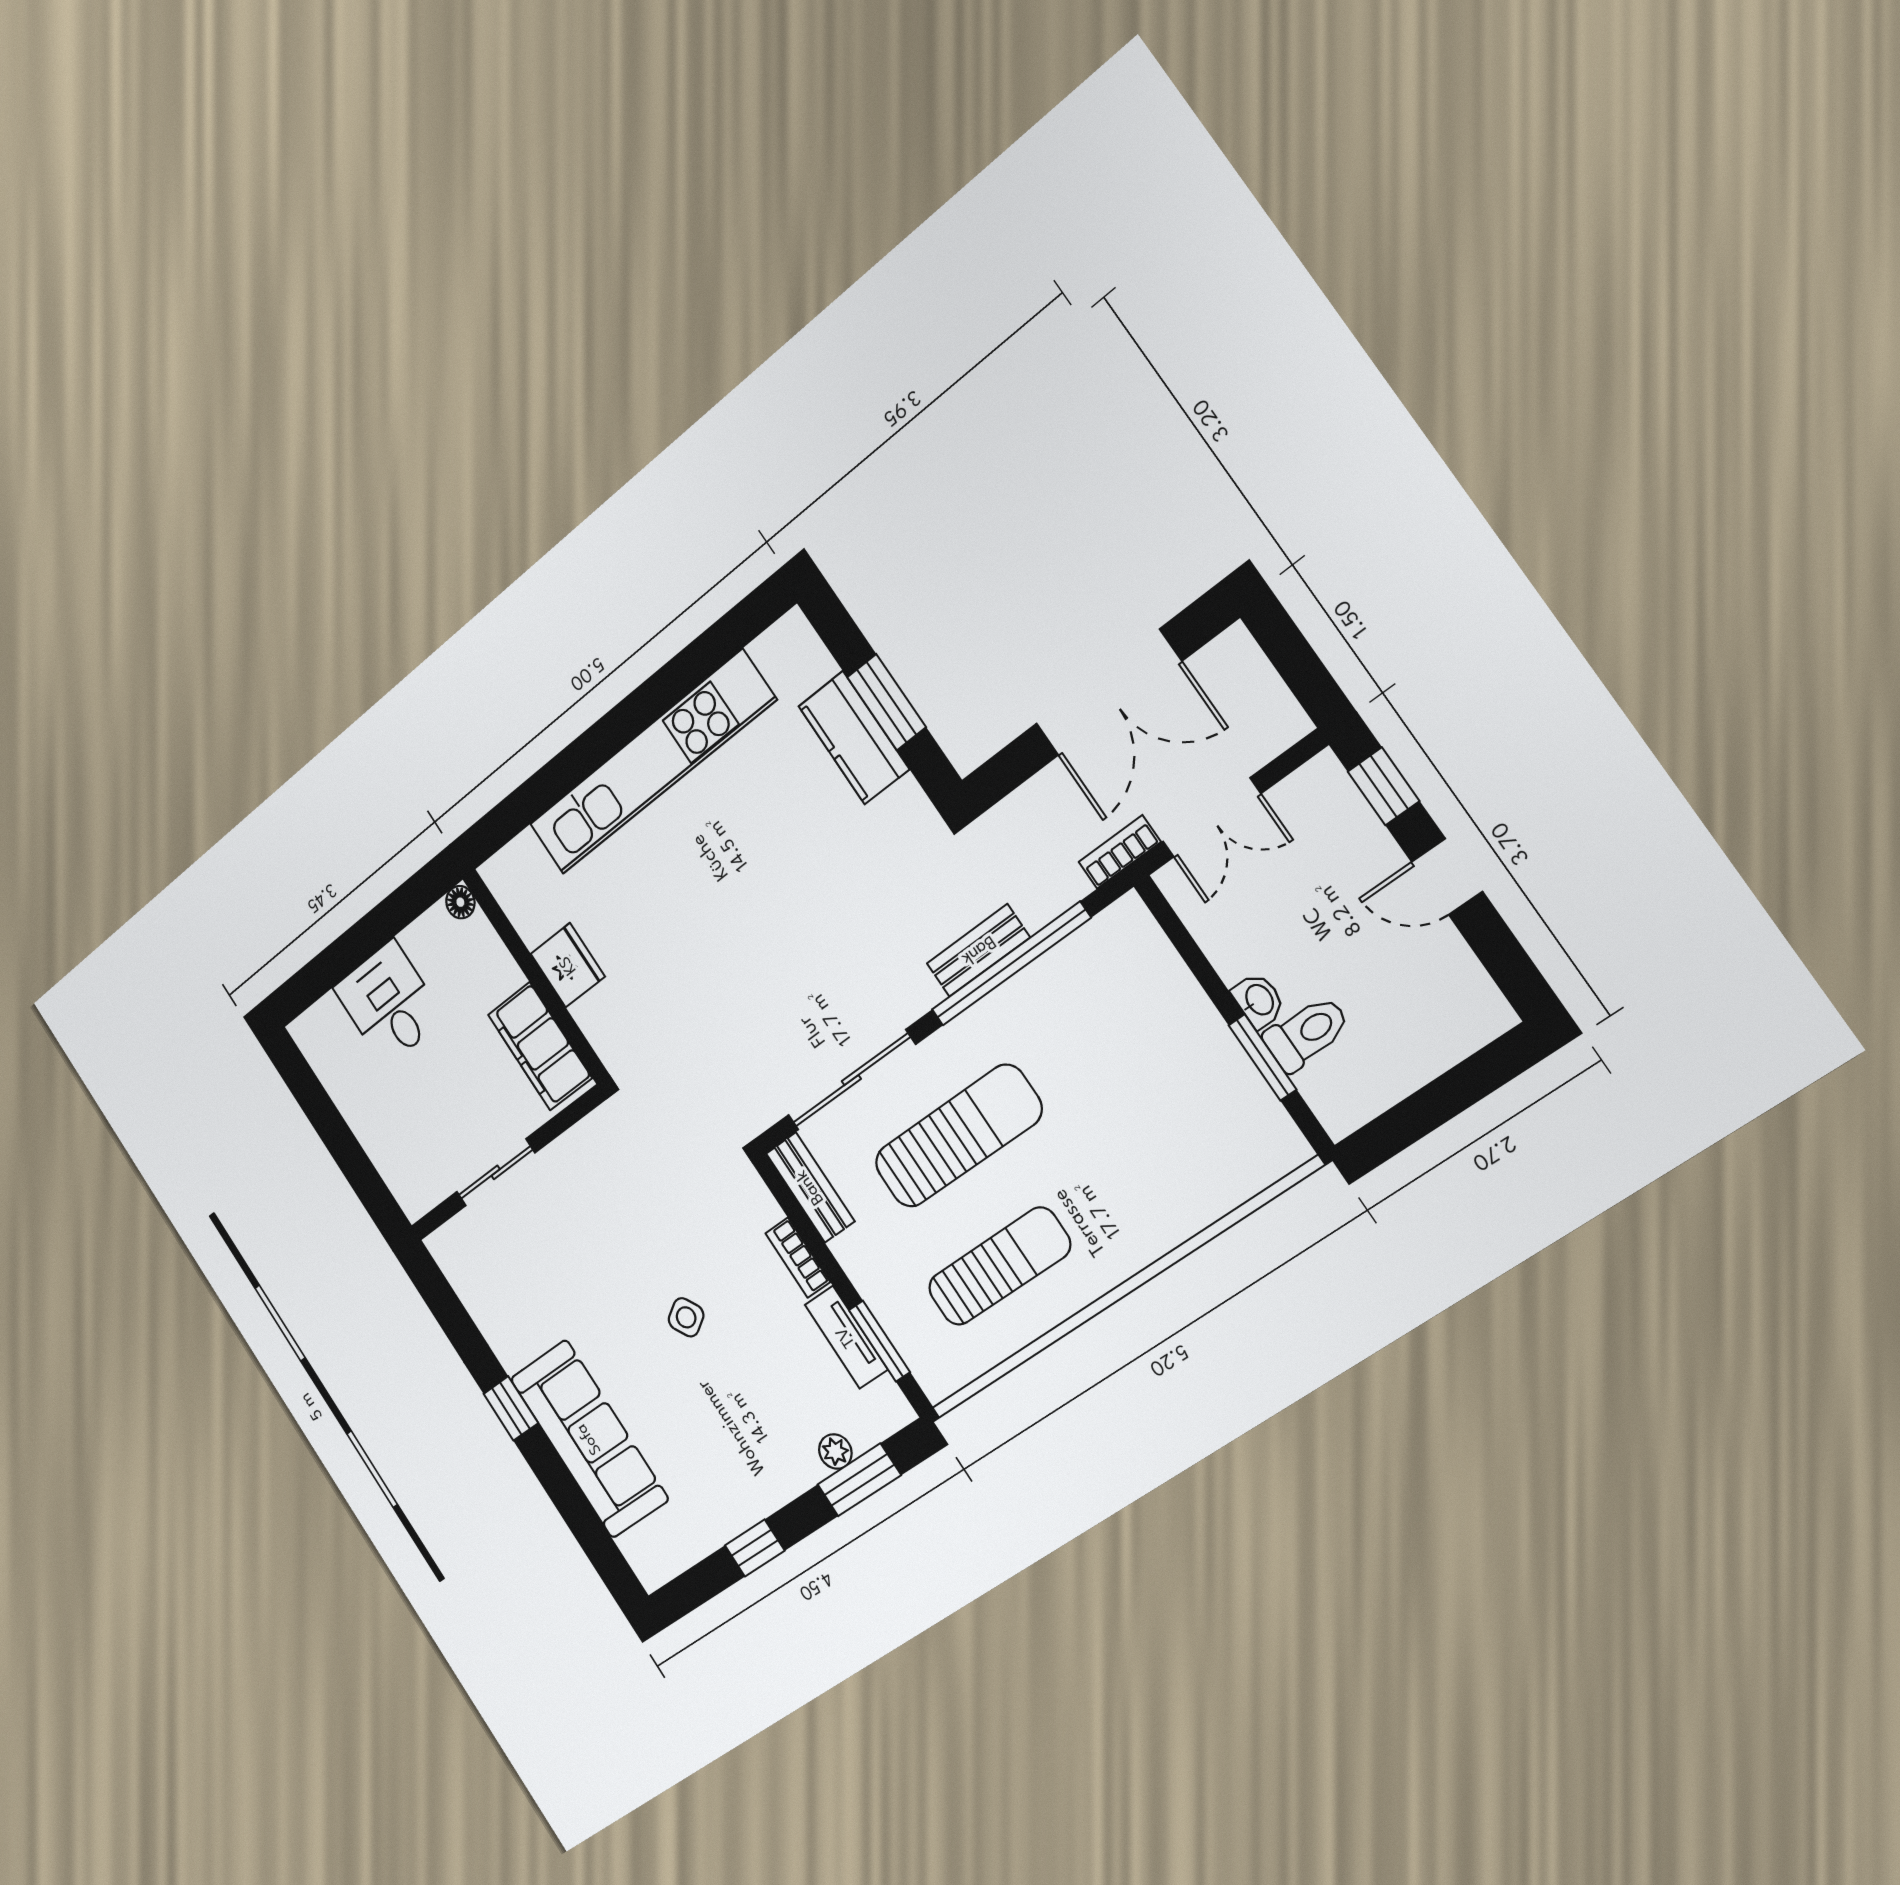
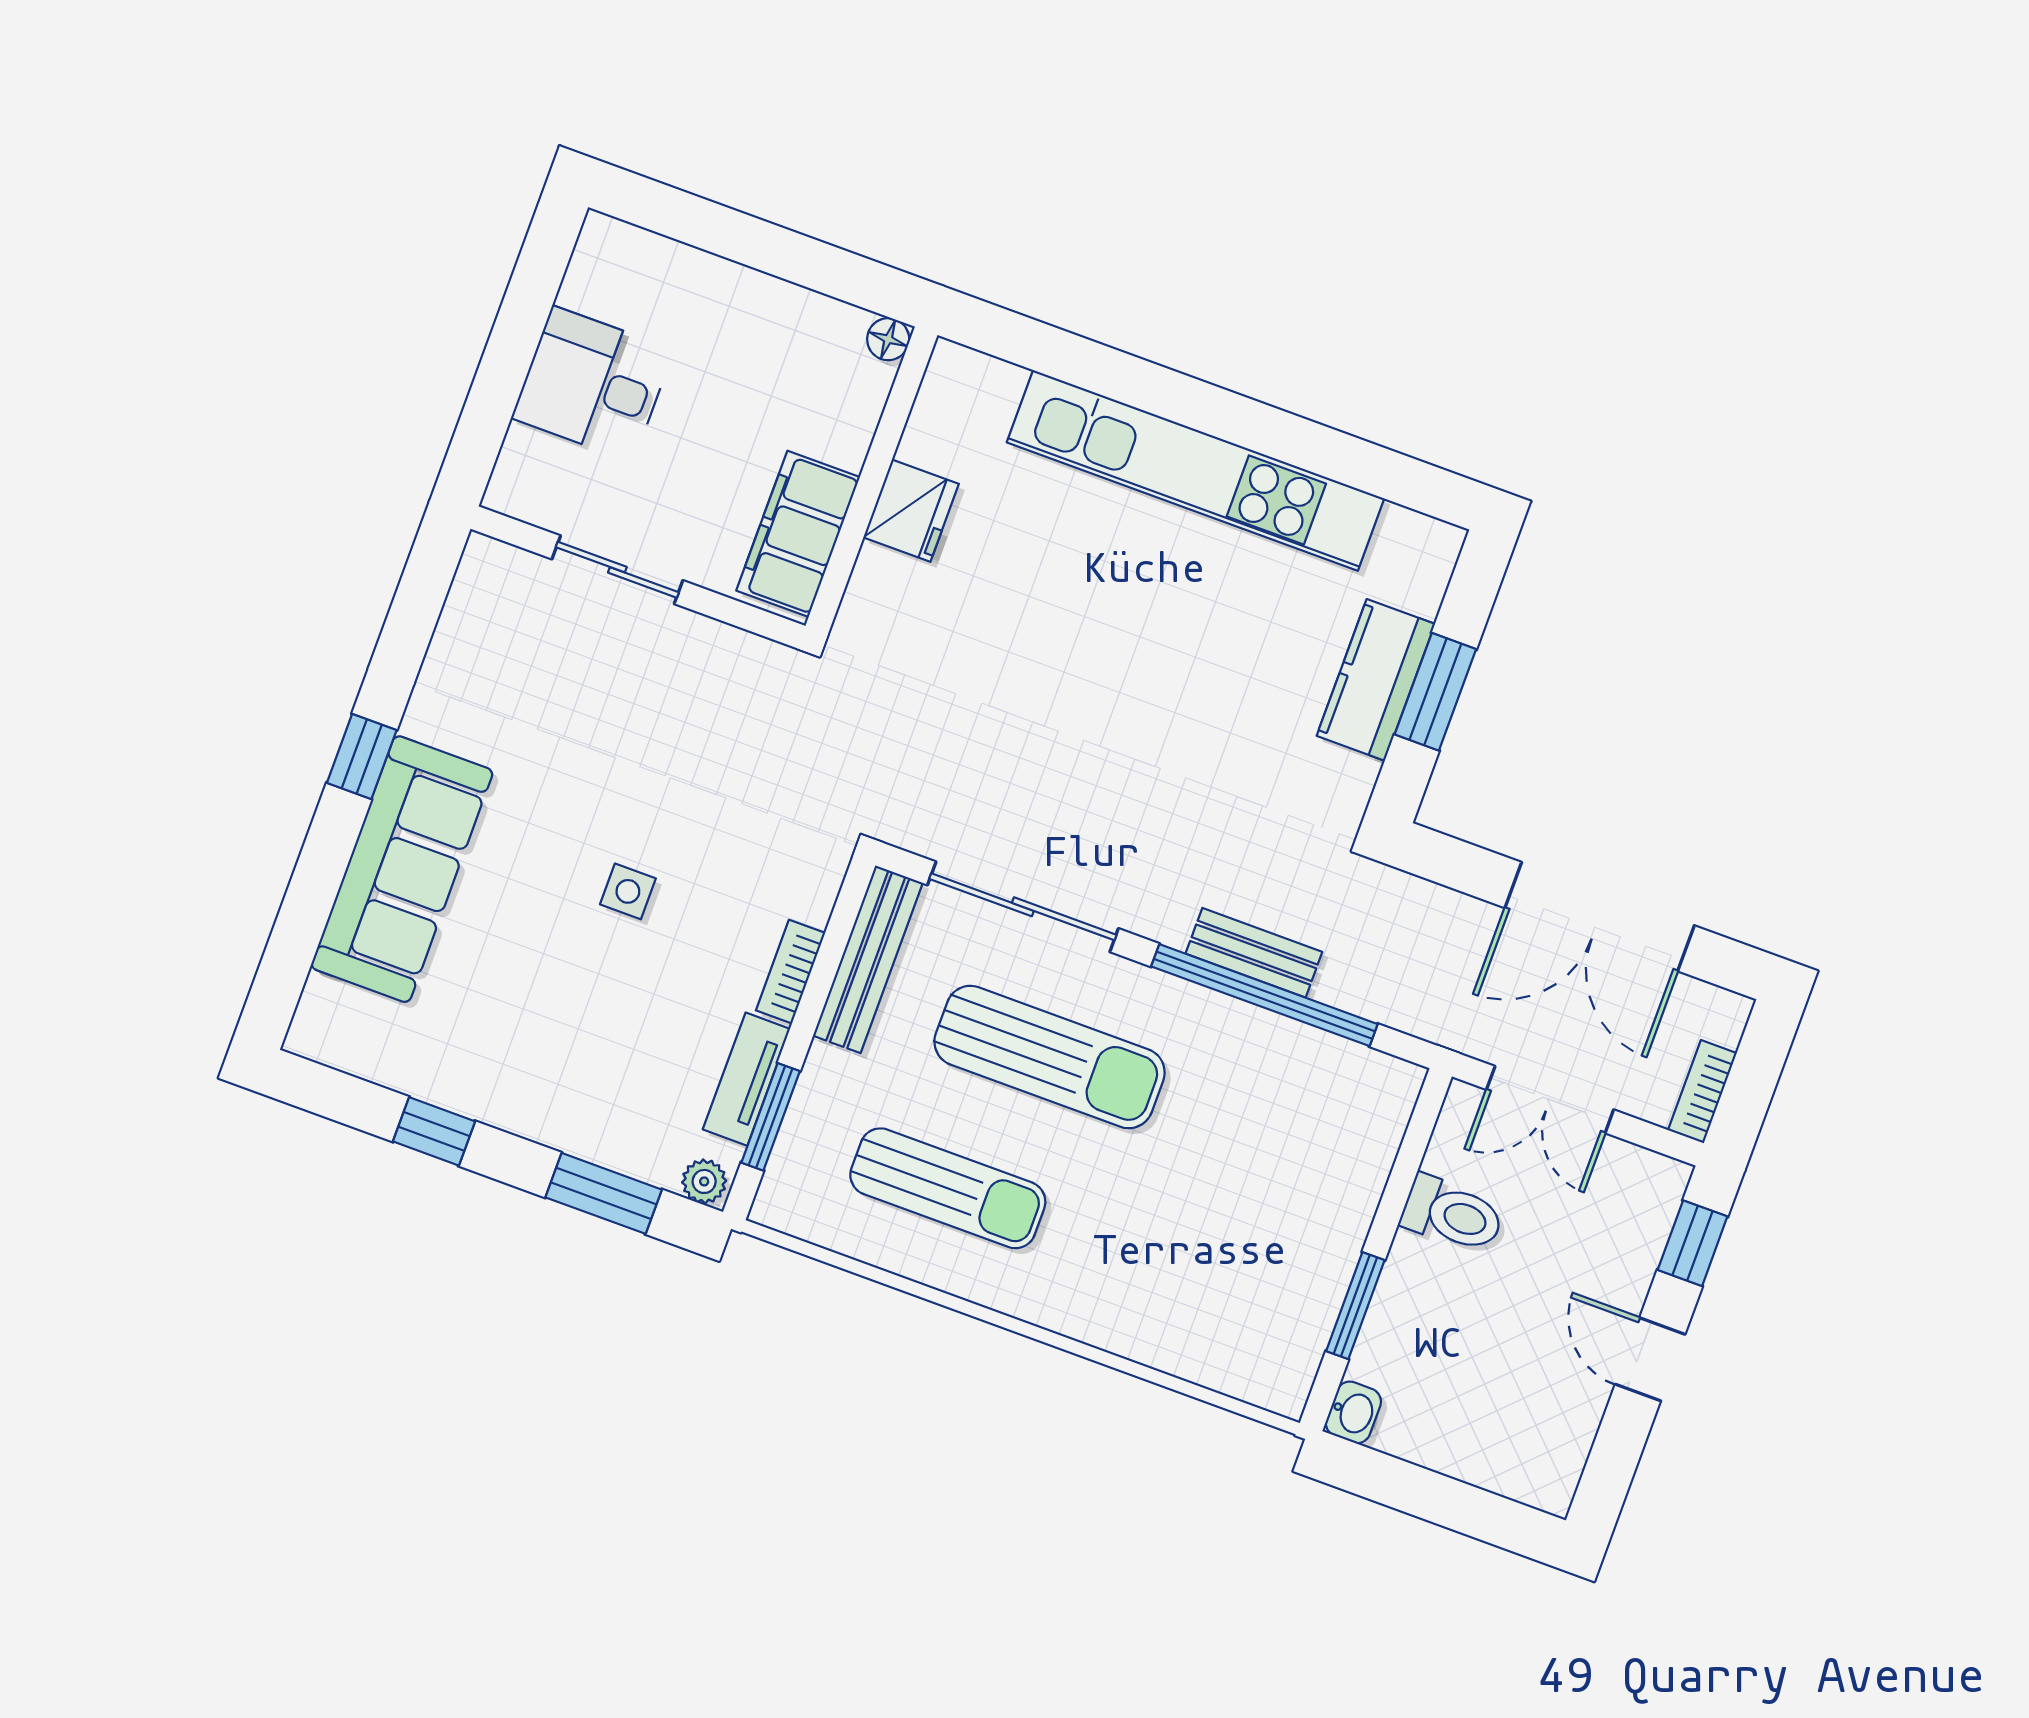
bookcase: (1120, 852) -> (1702, 1092), moved, turned -90
washbasin: (1259, 1000) -> (1353, 1412), moved
desk: (389, 1003) -> (593, 384), moved, turned -90
toilet: (1307, 1033) -> (1452, 1214), moved
bench: (810, 1187) -> (868, 959), width x1.36
side table: (686, 1317) -> (628, 891), turned 31
plant: (835, 1451) -> (704, 1181), moved

